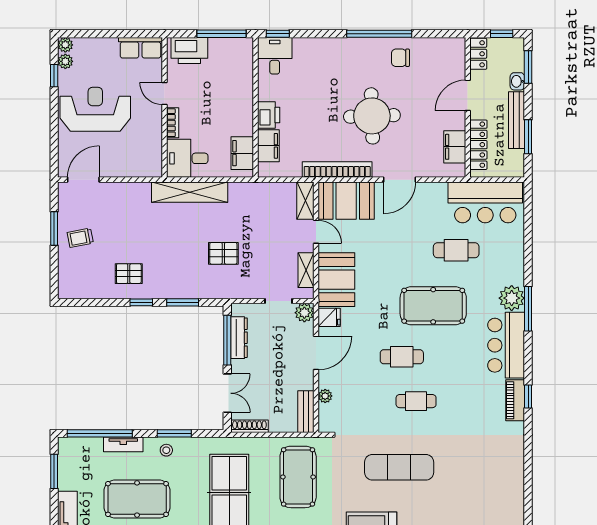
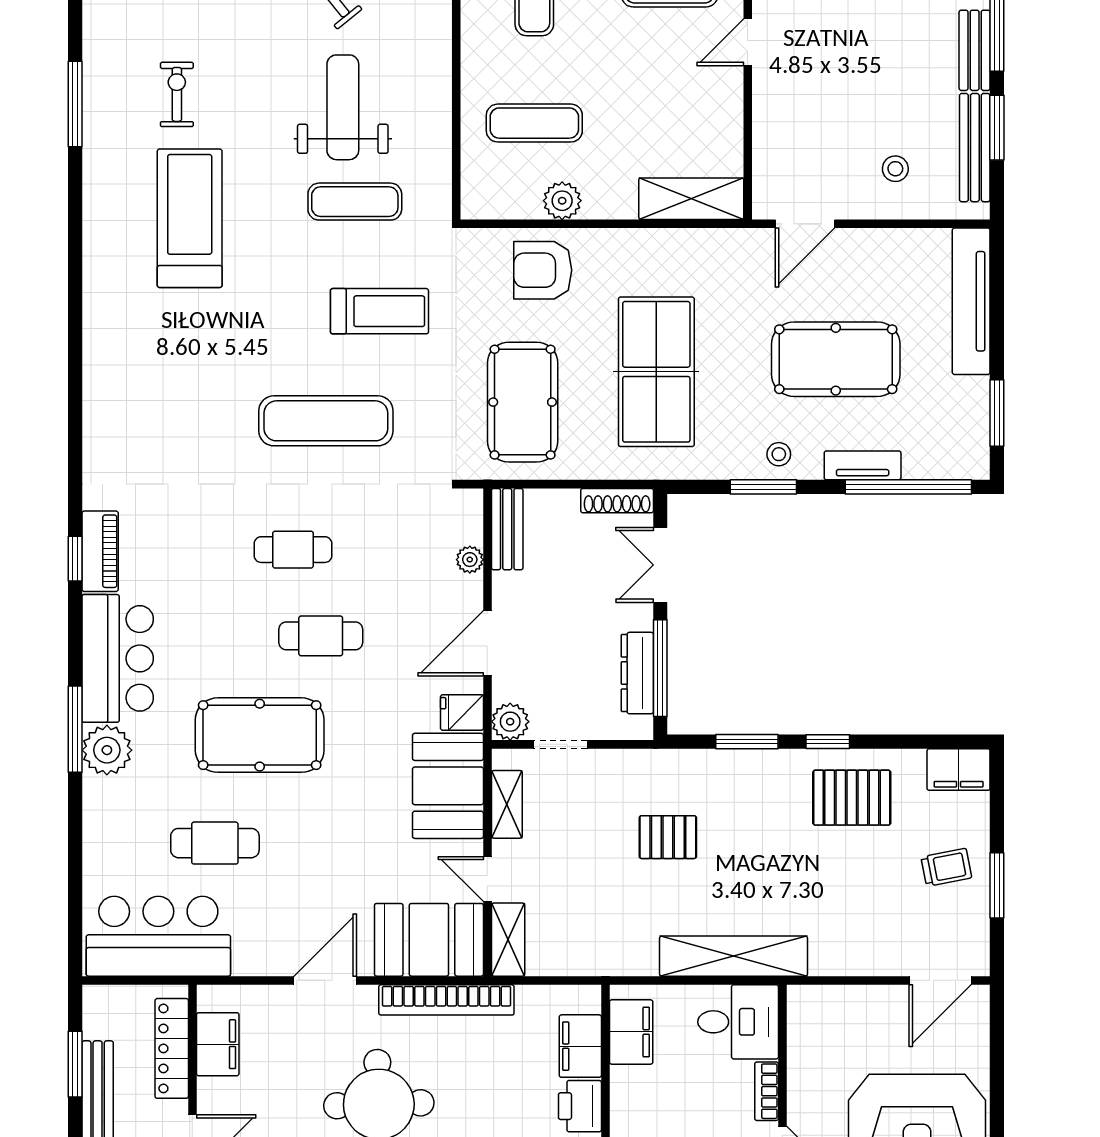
pallet: (129, 274) -> (852, 798), width x1.50, depth x1.42
filing cabinet: (74, 288) -> (959, 770), added

